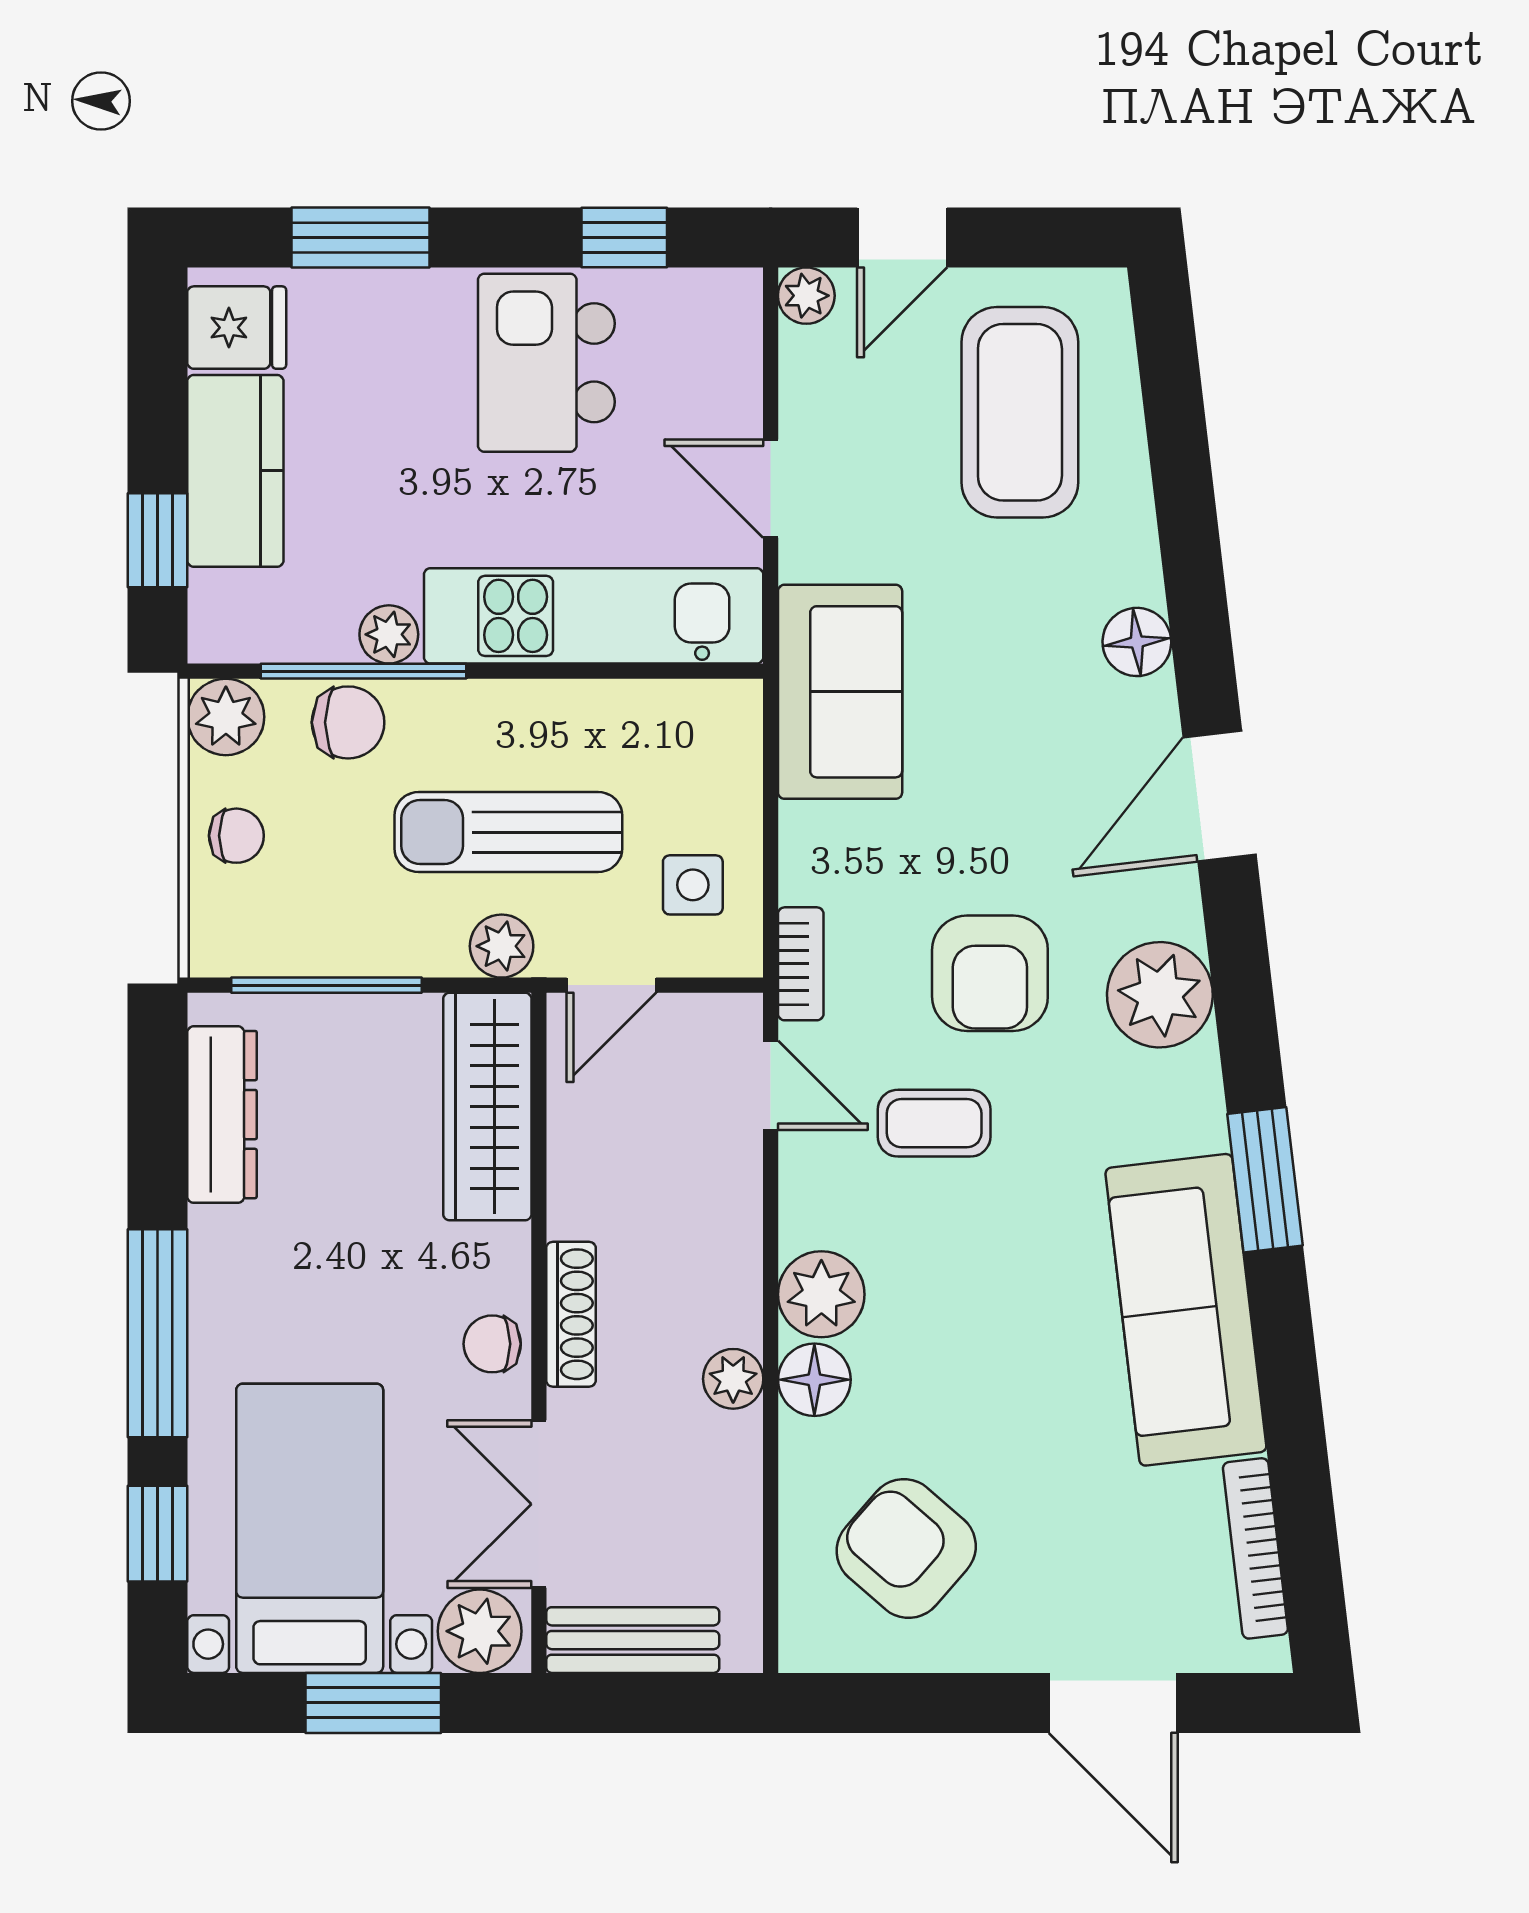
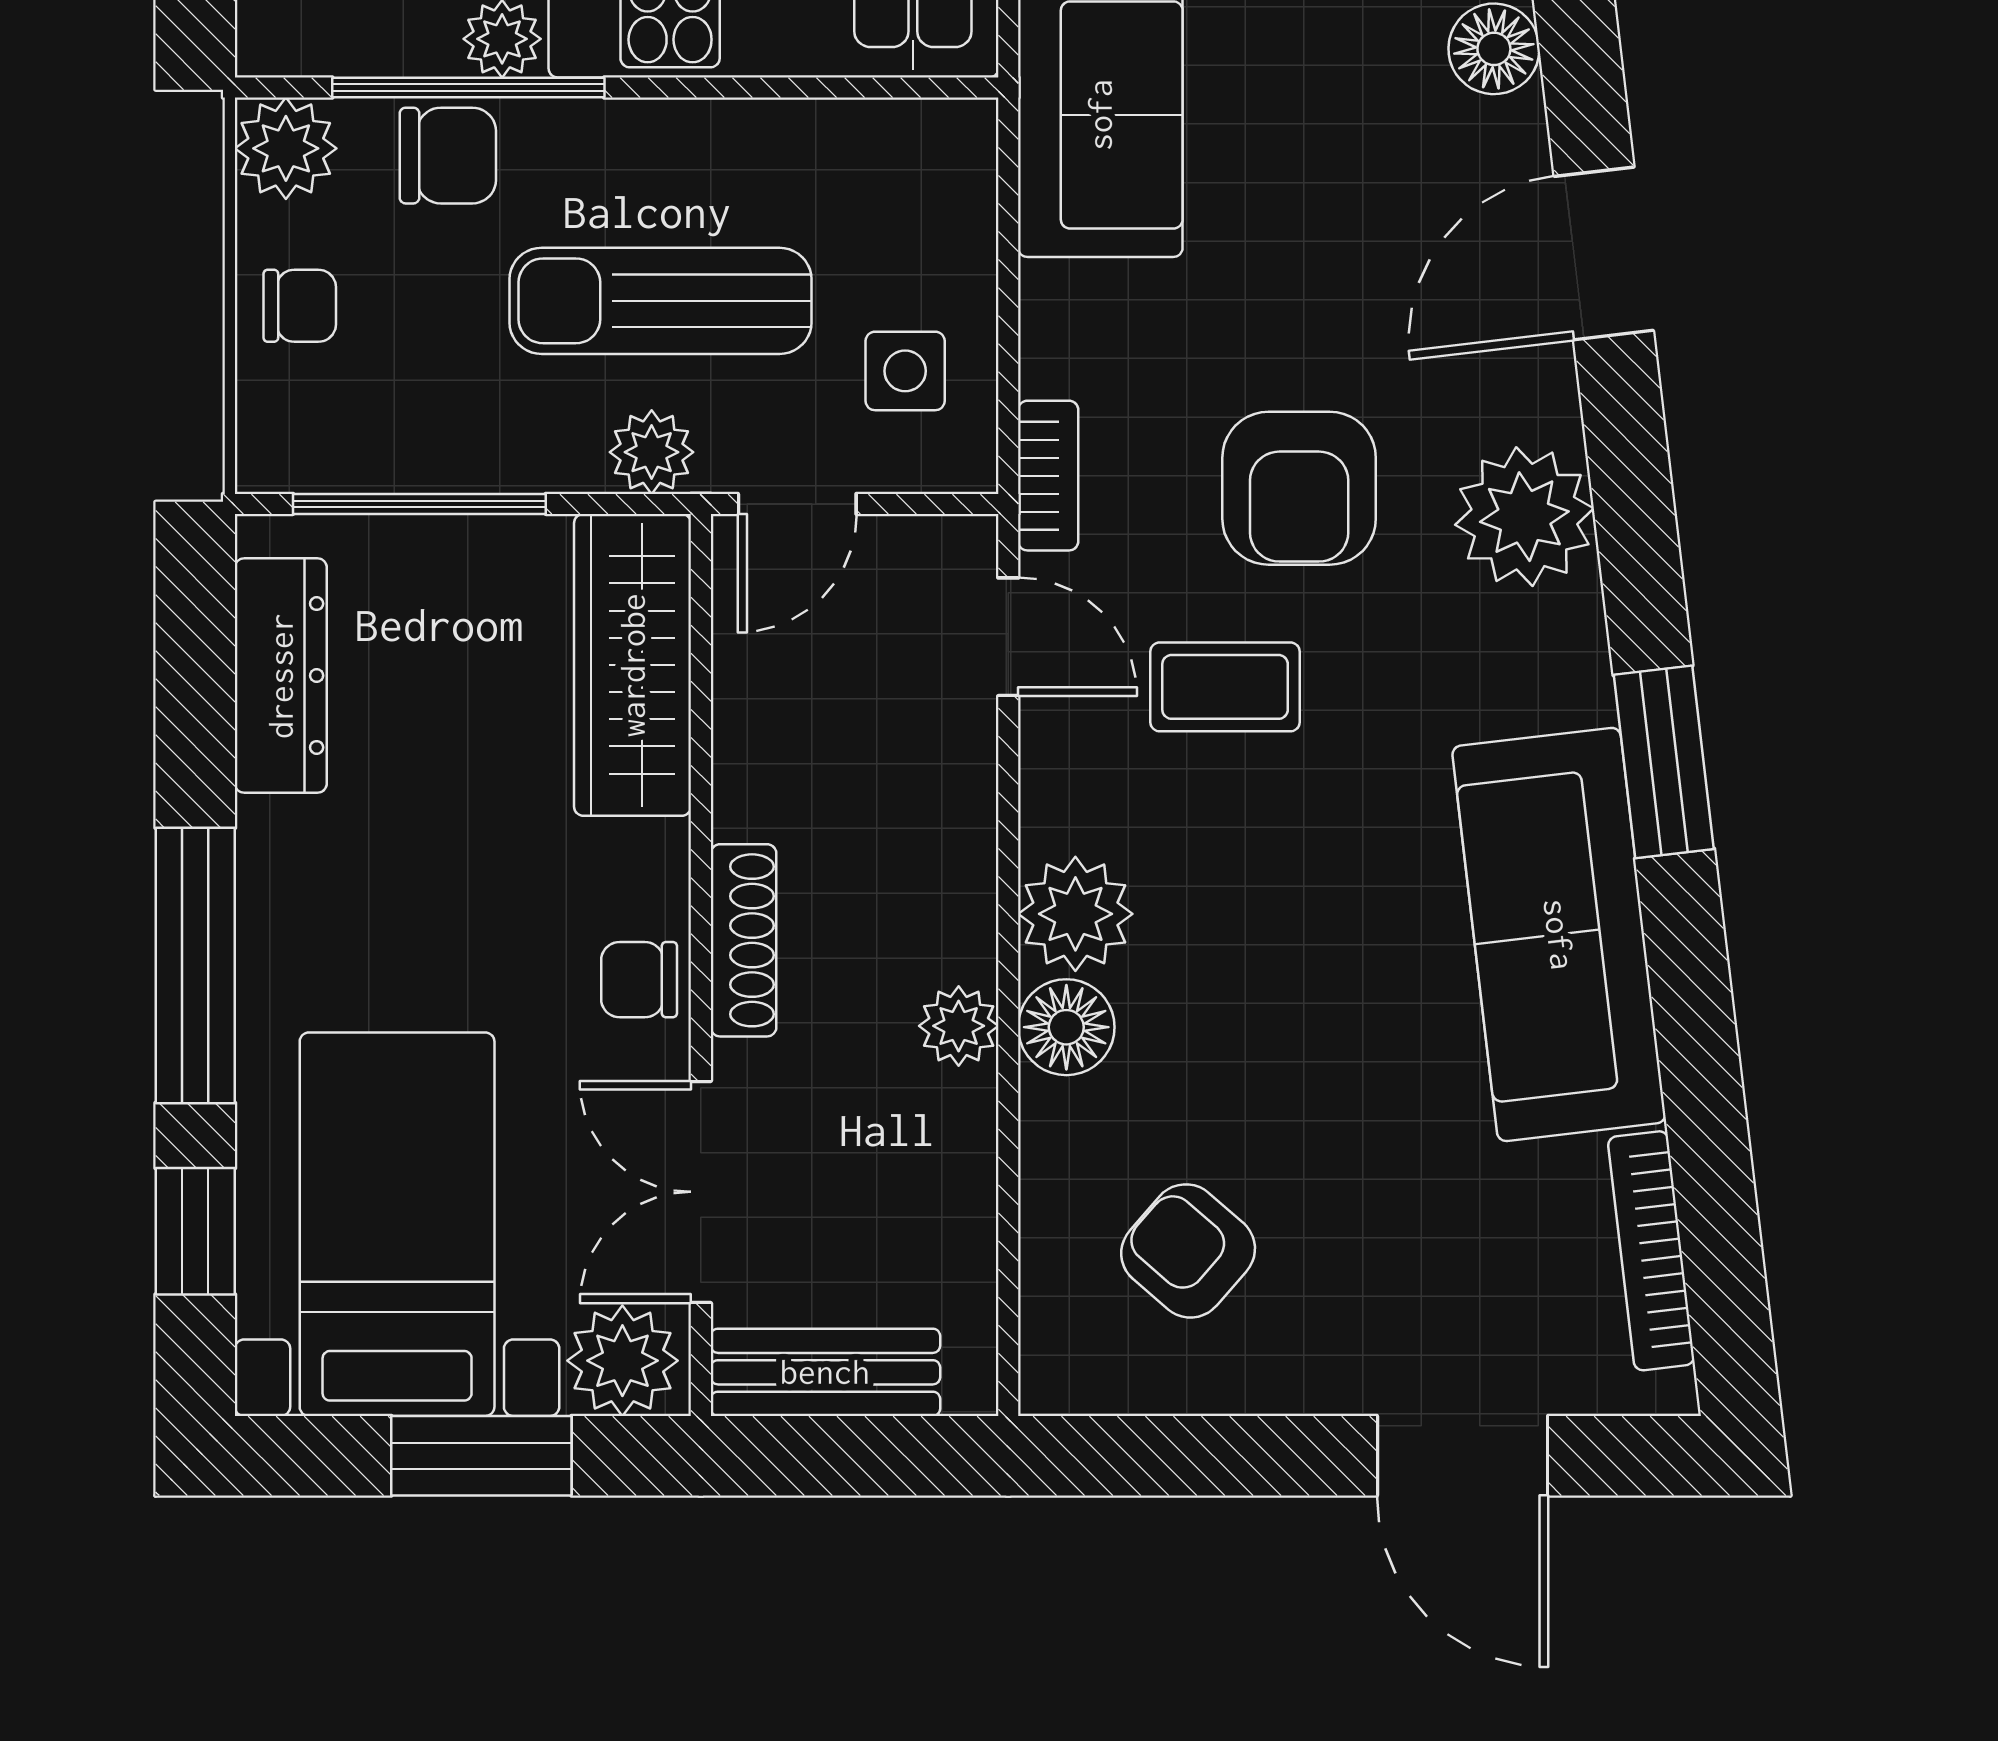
armchair: (906, 1548) -> (1188, 1251), width x0.72, depth x0.72

